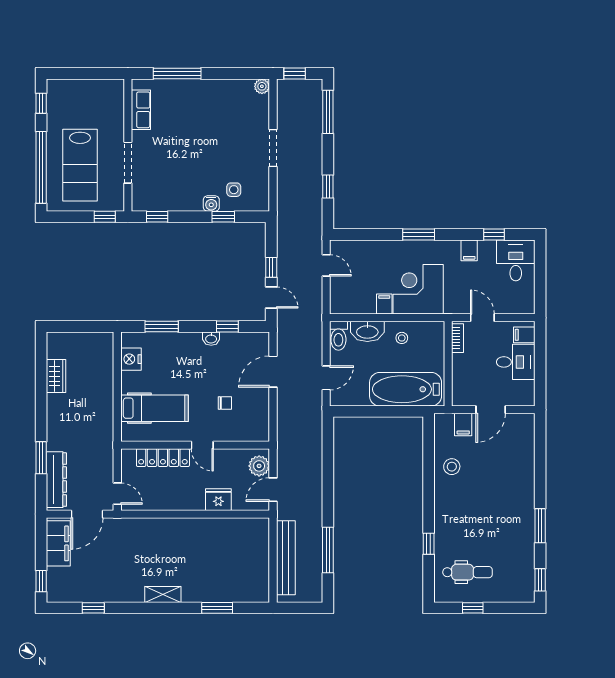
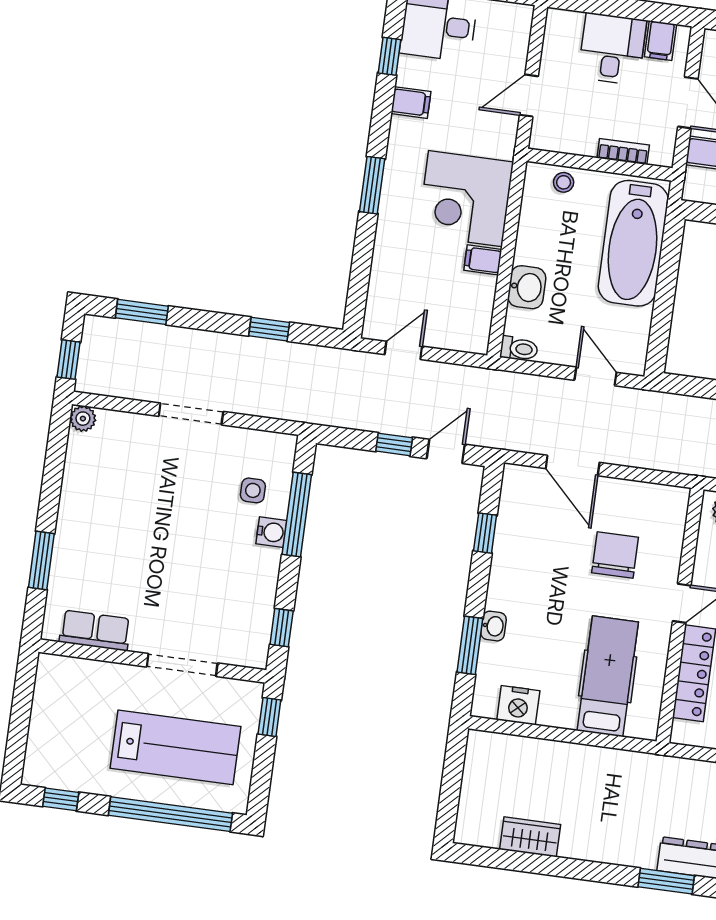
window: (177, 73) -> (41, 561), width x0.69
window: (328, 112) -> (142, 312), width x0.69
window: (223, 217) -> (297, 515), width x2.17
washbasin: (367, 331) -> (527, 287), width x0.72
filing cabinet: (524, 335) -> (661, 41), moved
toilet: (338, 336) -> (519, 349), width x0.73, depth x0.72
stool: (402, 338) -> (564, 182), moved
bookcase: (457, 338) -> (623, 152), moved
washbasin: (211, 339) -> (493, 626), moved
chair: (225, 403) -> (615, 555), width x1.87, depth x1.87

